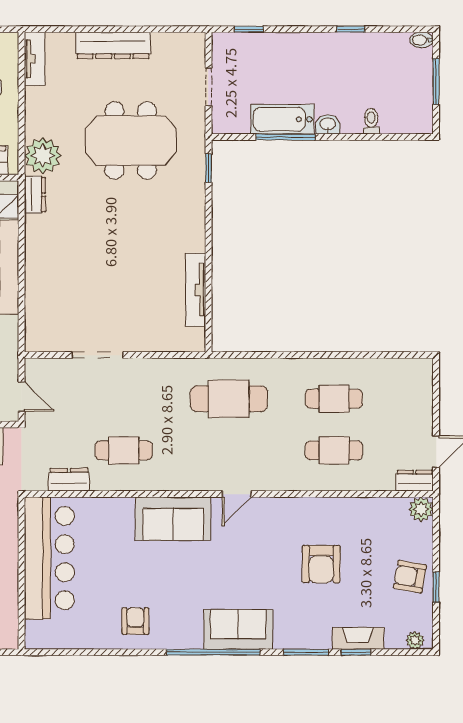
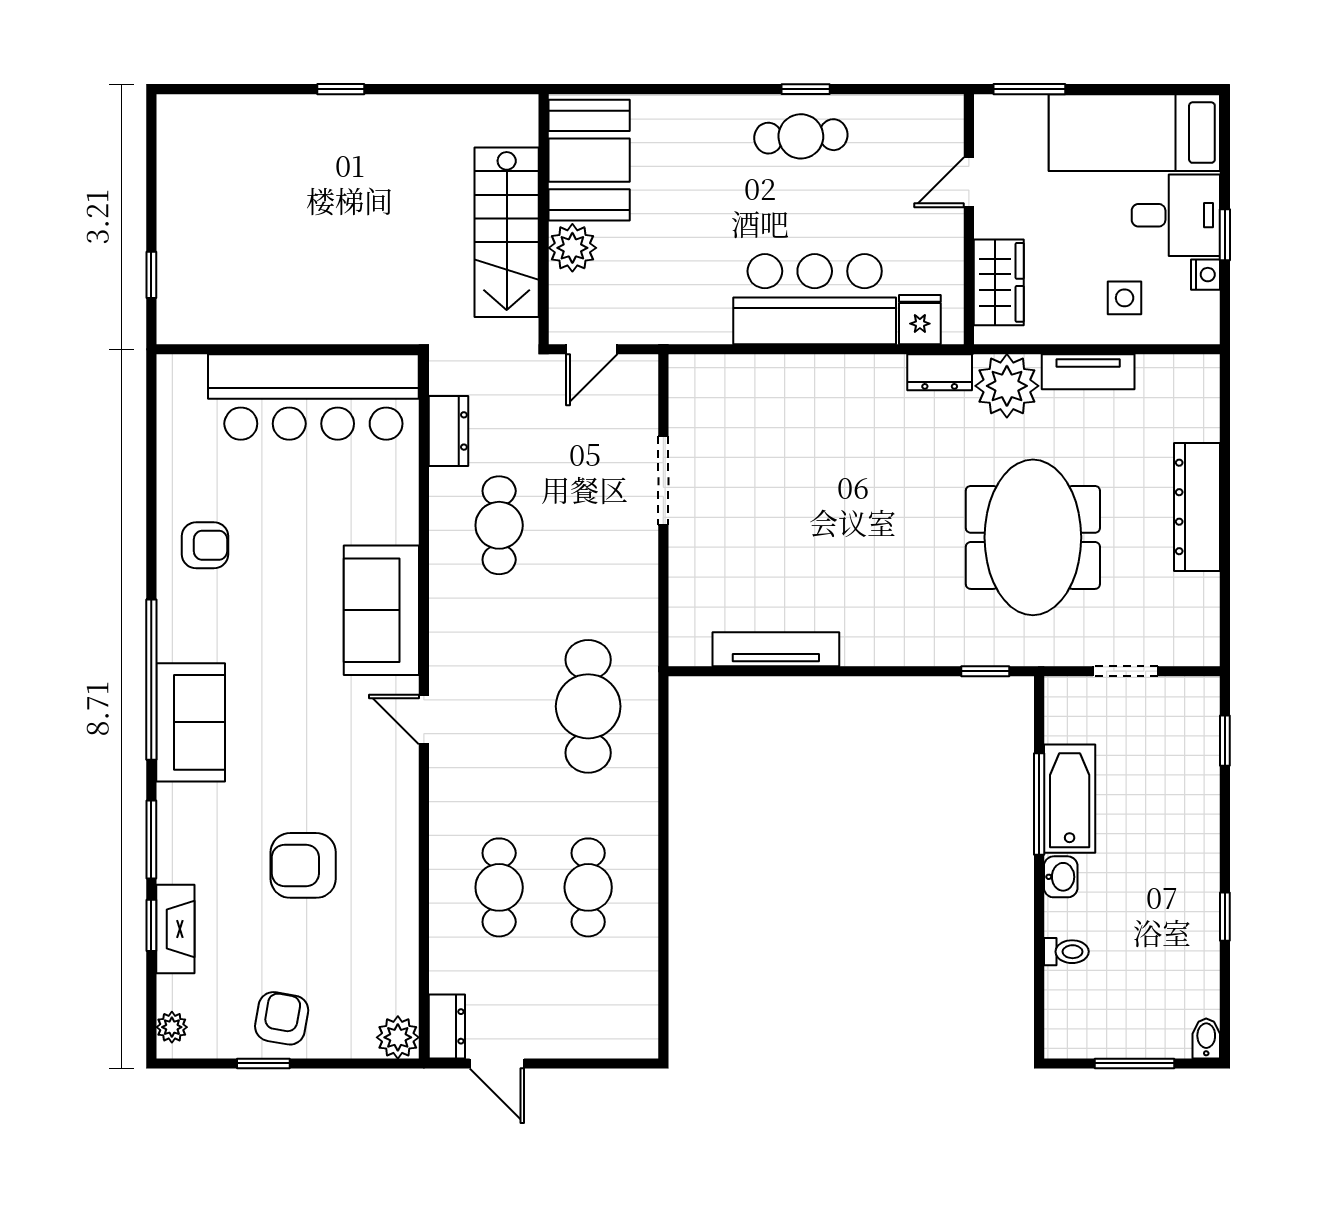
tv unit: (35, 59) -> (1088, 372), moved

